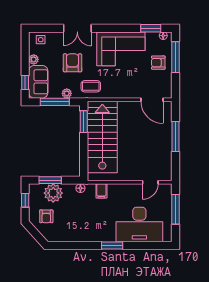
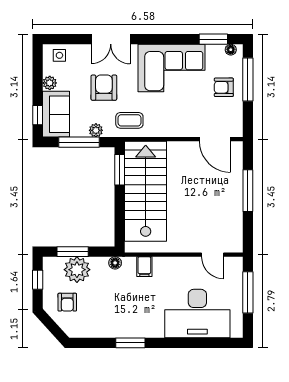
door: (150, 182) -> (212, 255), hinge flipped
window: (112, 245) -> (130, 343), moved

